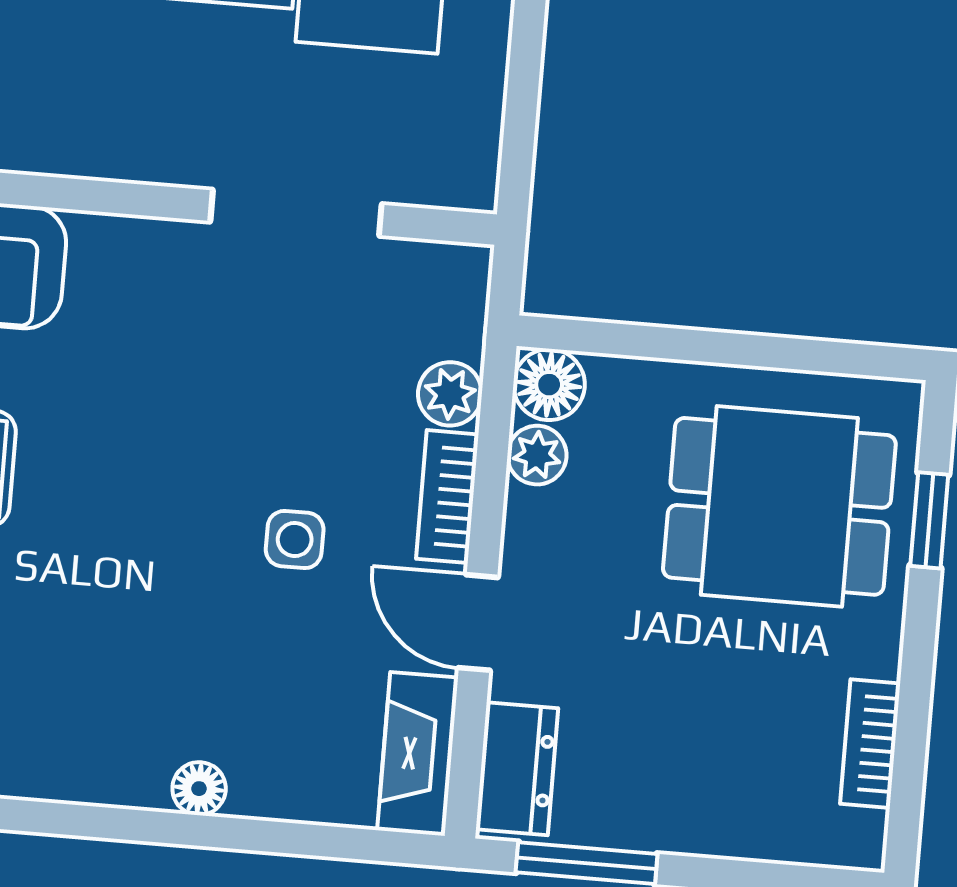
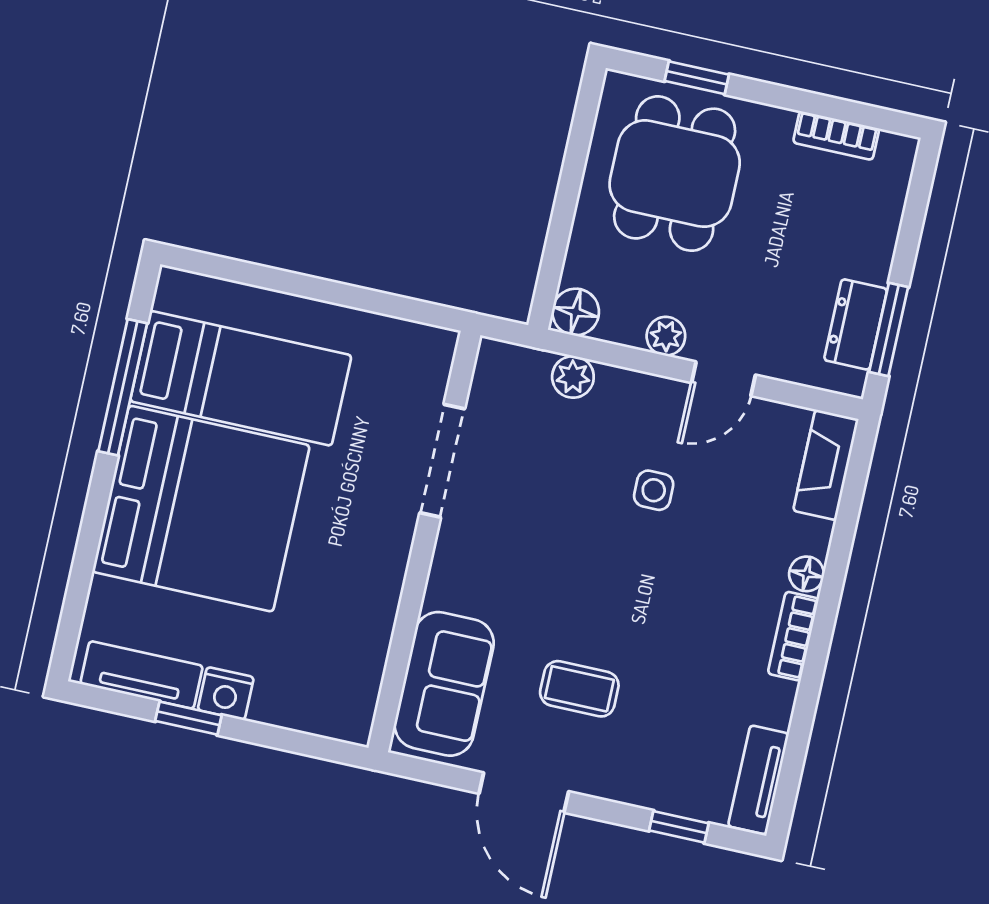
plant: (537, 455) -> (666, 336), moved
bookcase: (447, 497) -> (793, 636), moved, turned 90
fireplace: (418, 754) -> (826, 465), moved, turned 90
dresser: (517, 769) -> (856, 324), moved, turned -90

